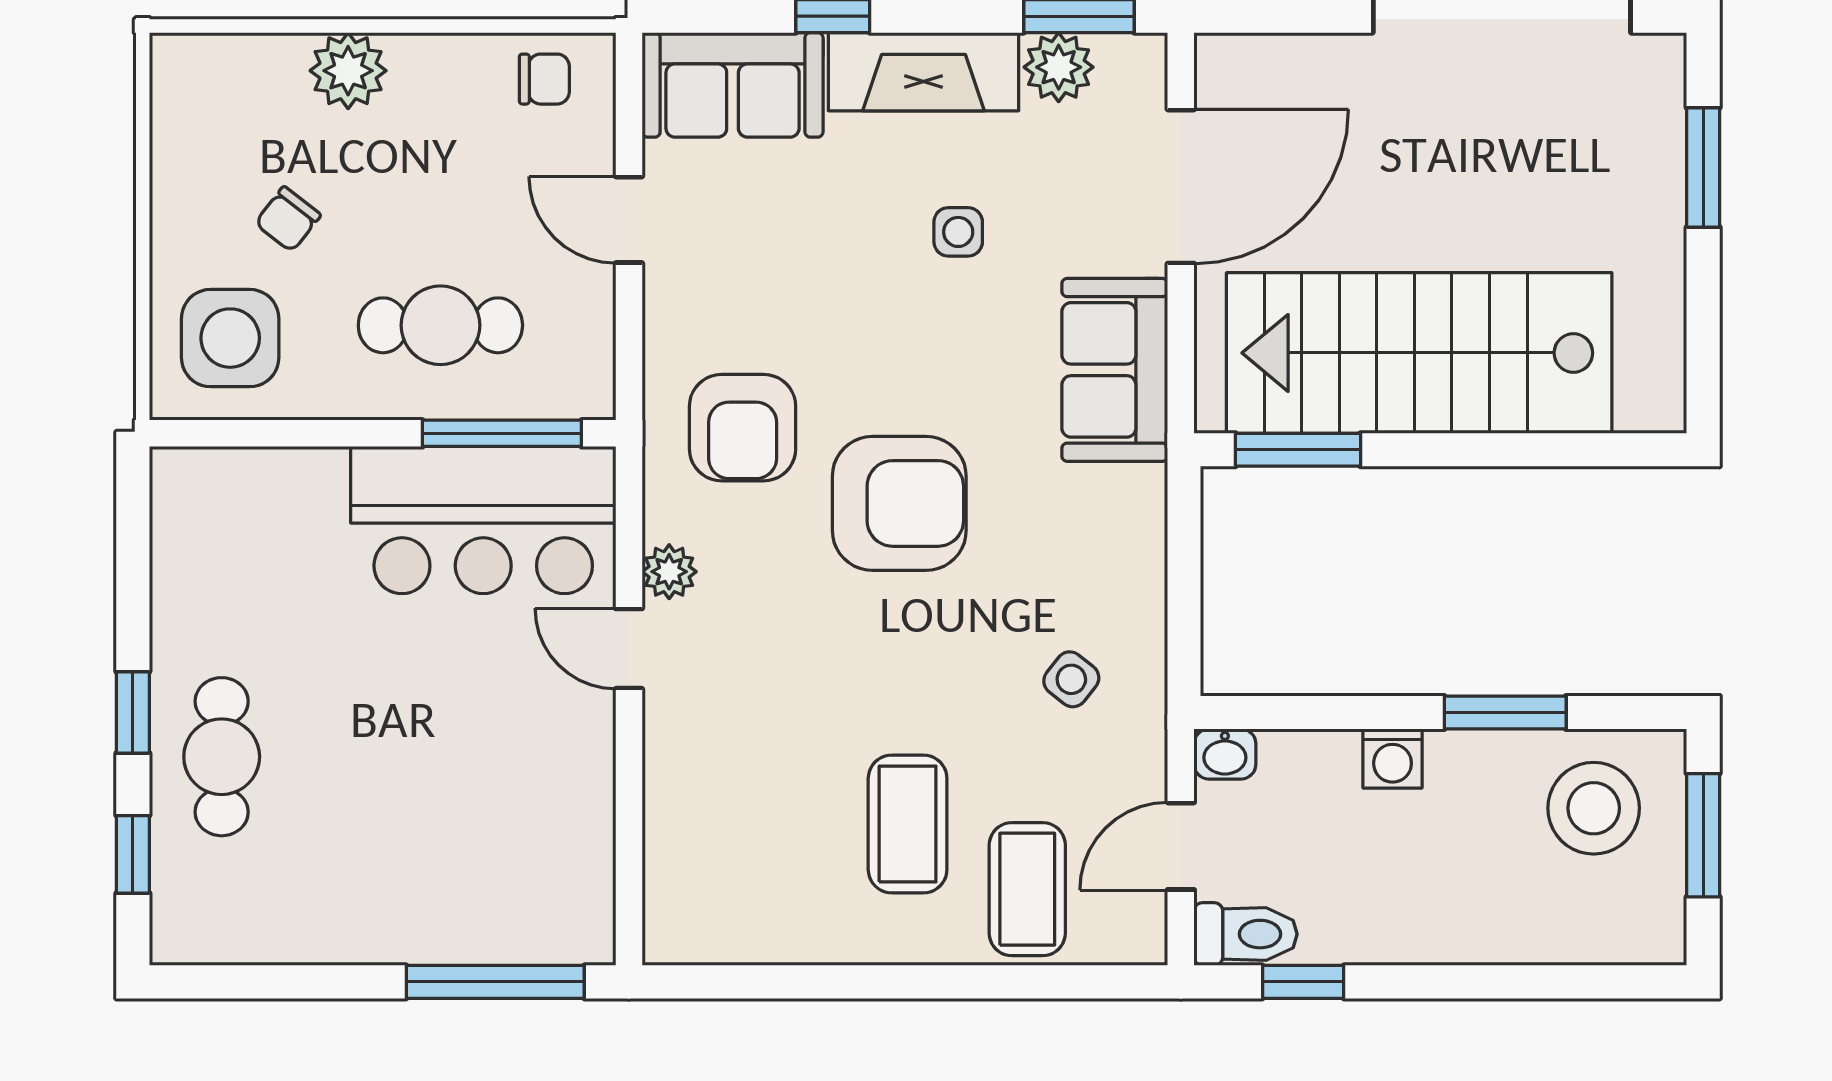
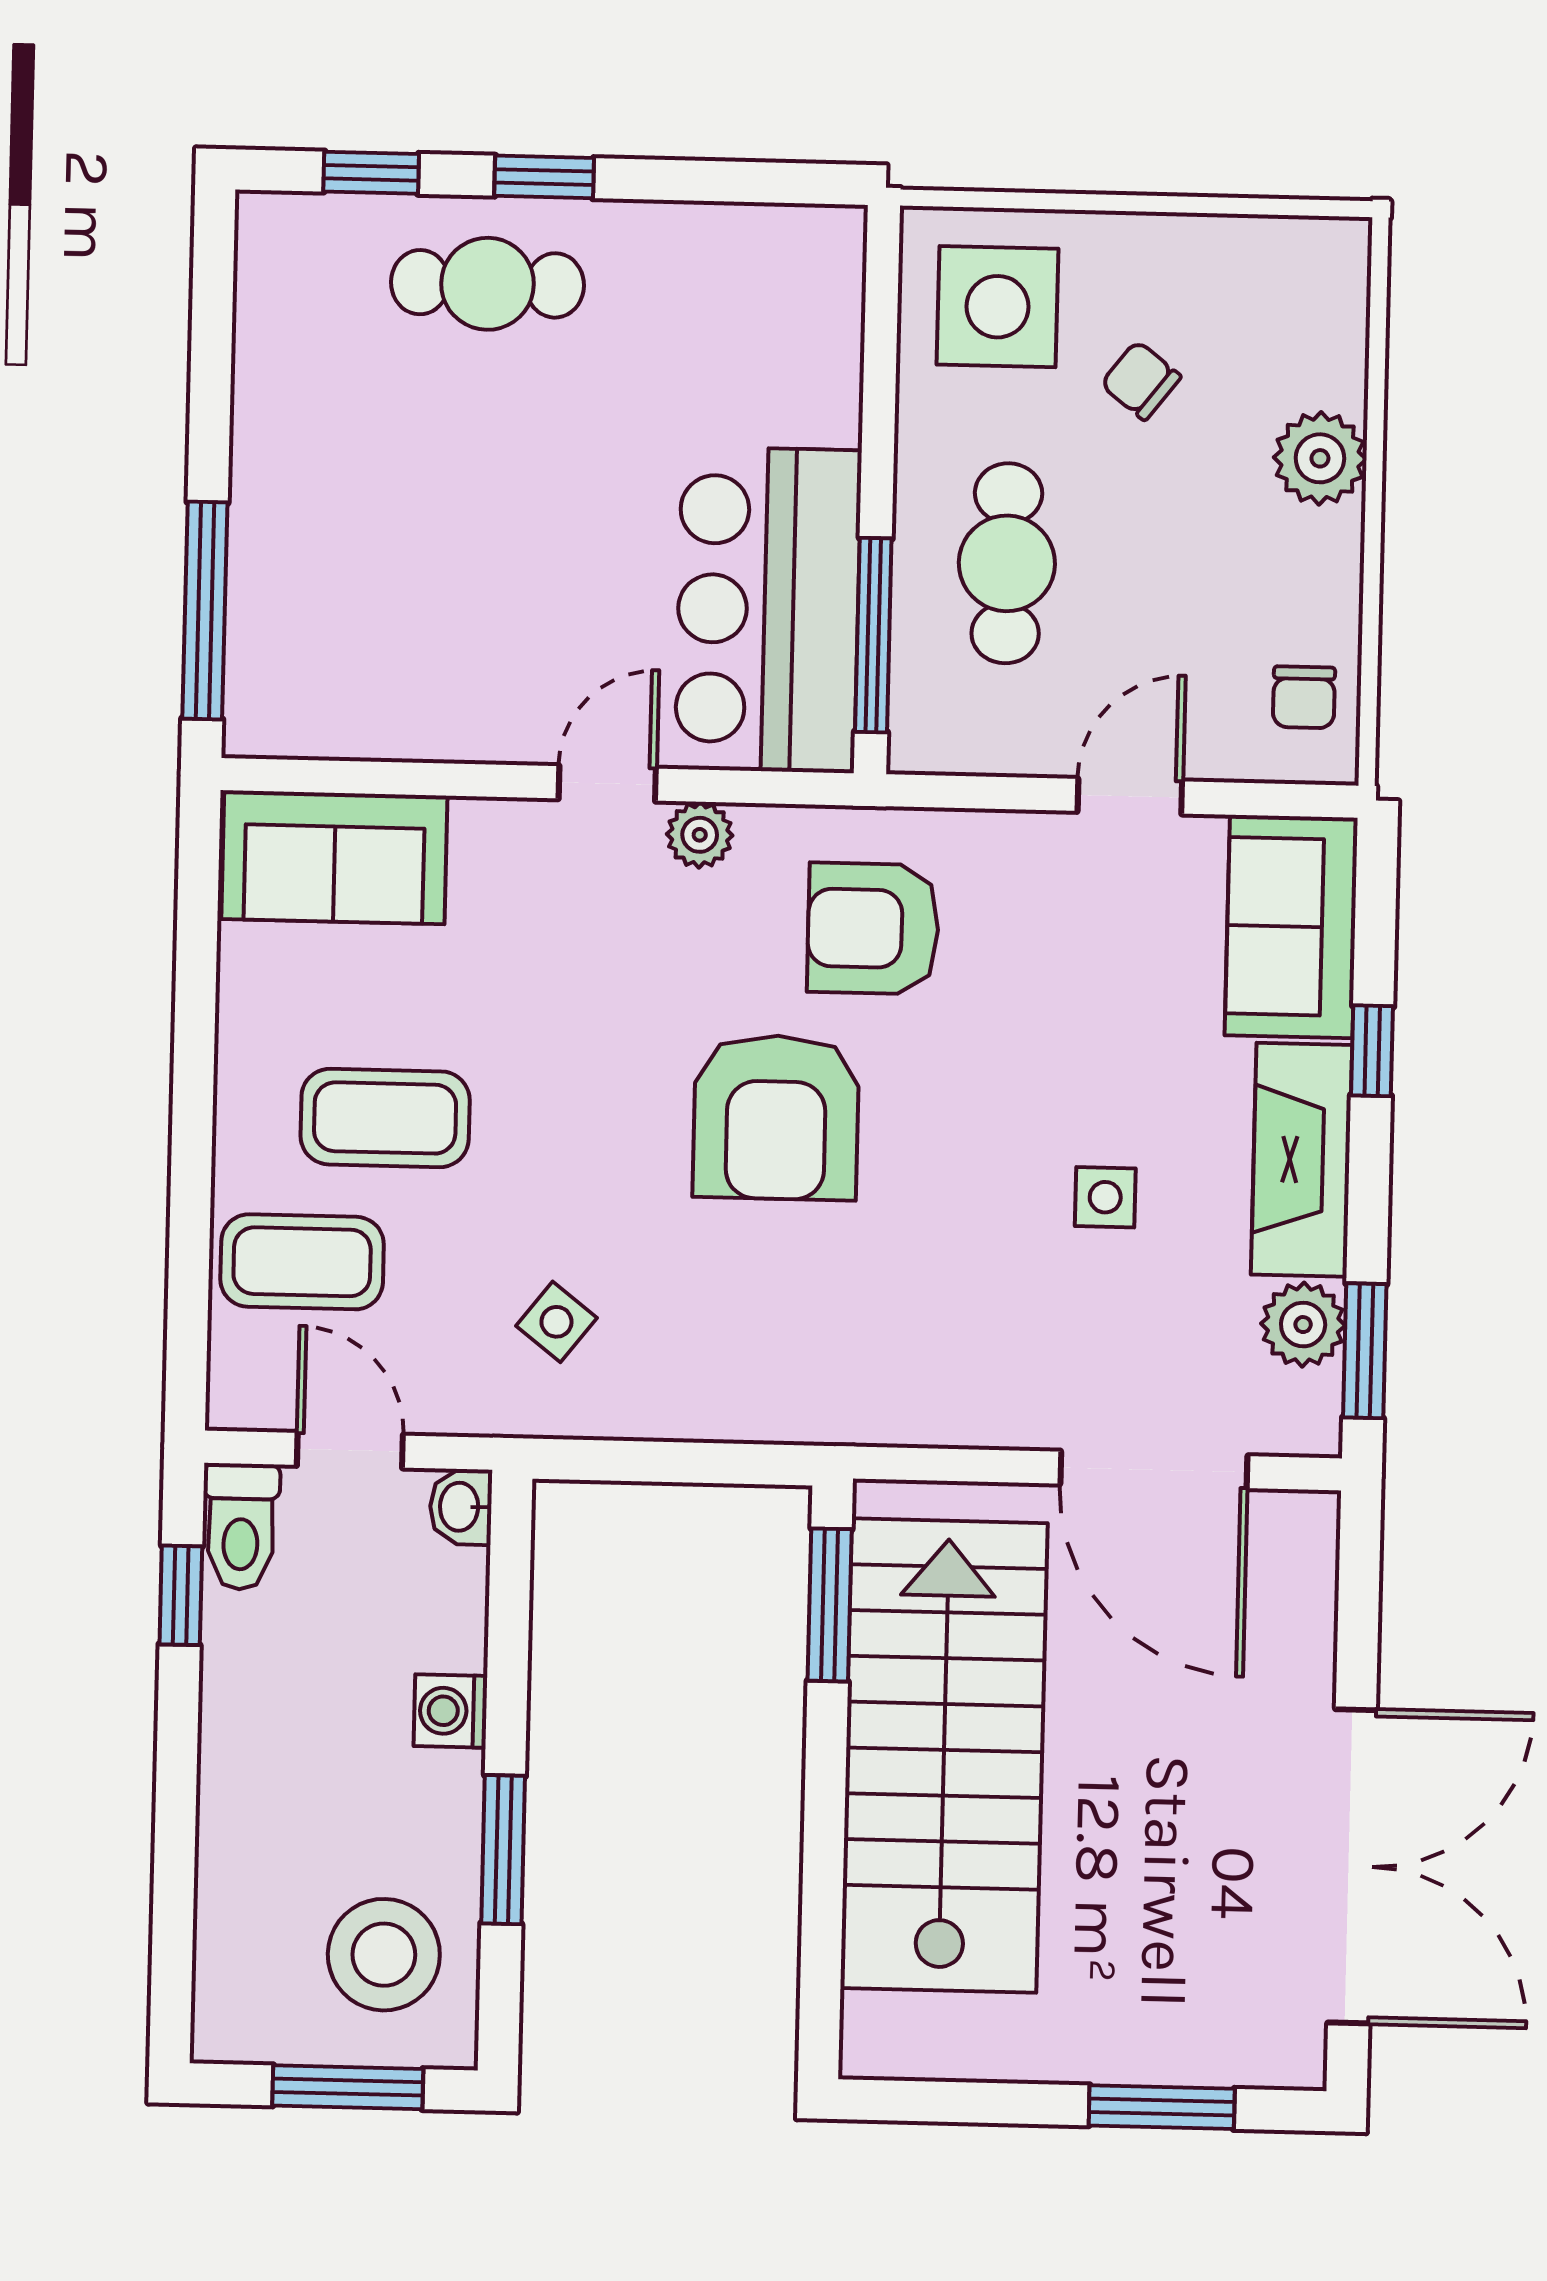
sofa: (1115, 370) -> (334, 857), moved, turned 180

